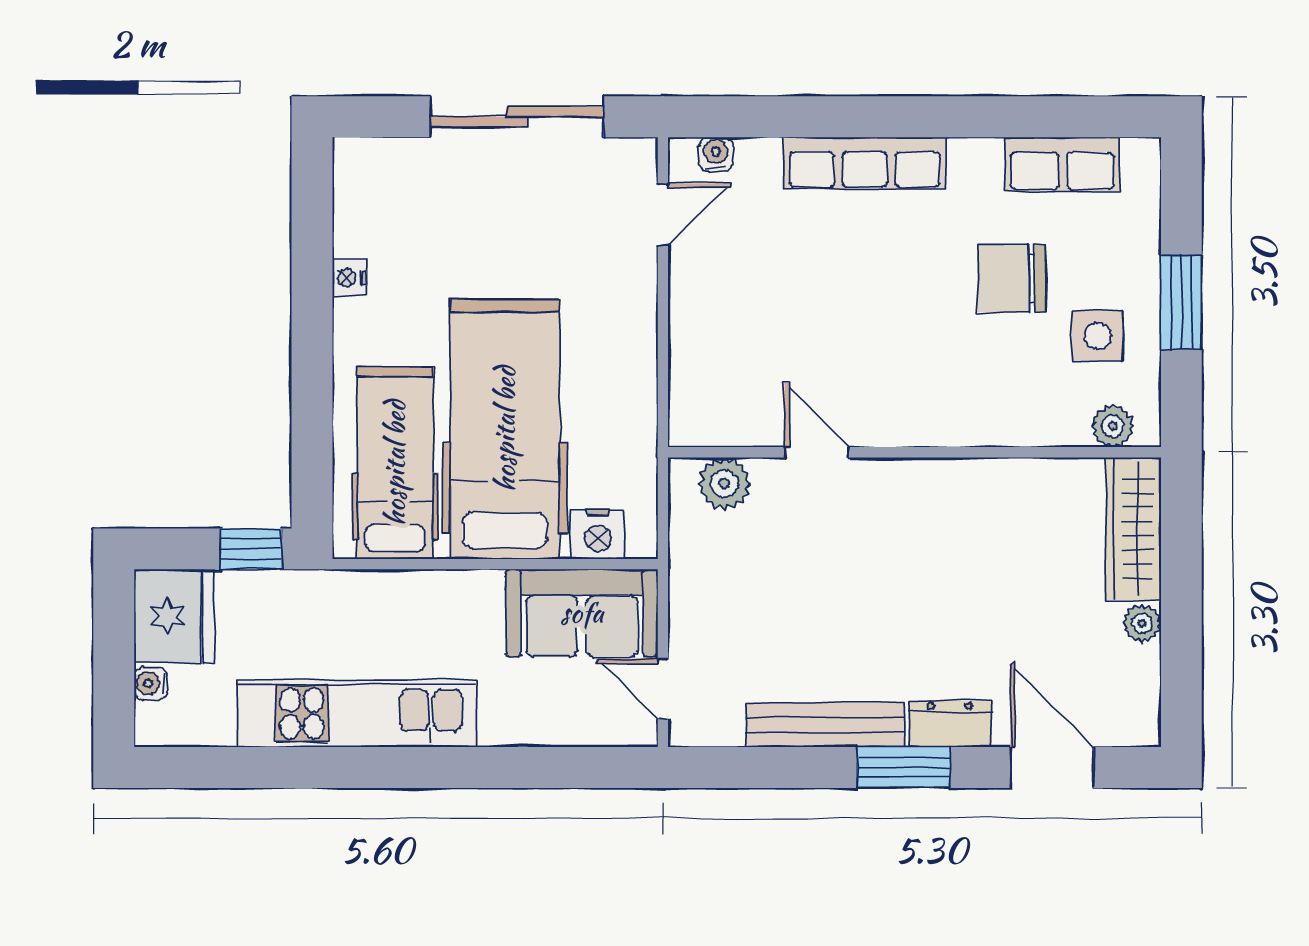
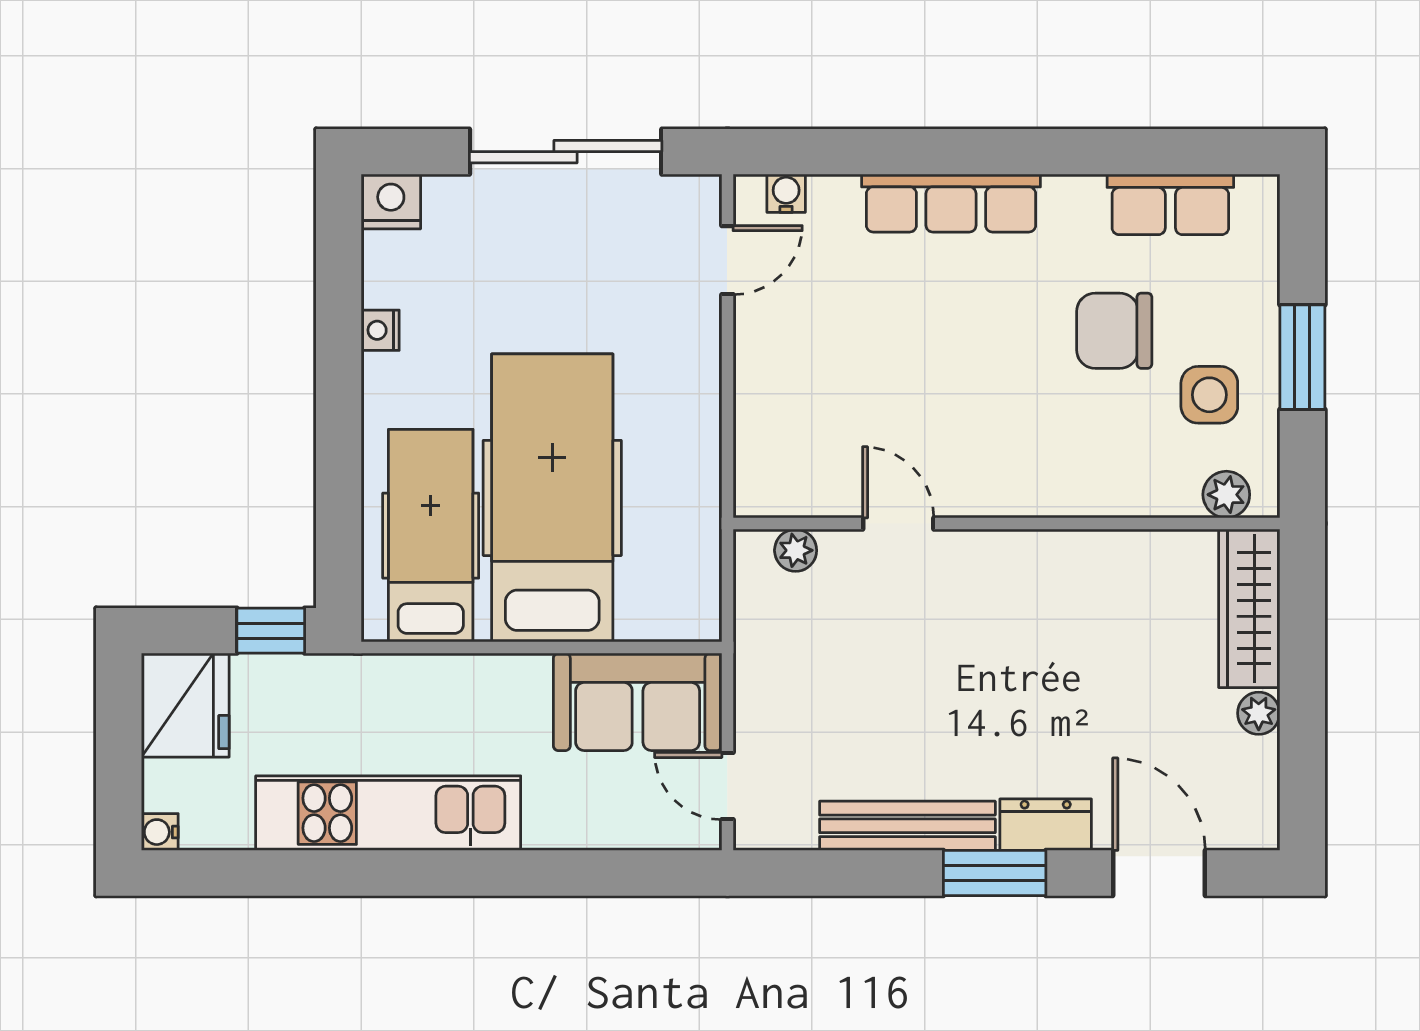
plant: (724, 484) -> (796, 550), width x0.73, depth x0.73
nightstand: (598, 534) -> (391, 202), moved, turned 180
water cooler: (151, 684) -> (160, 832), moved

